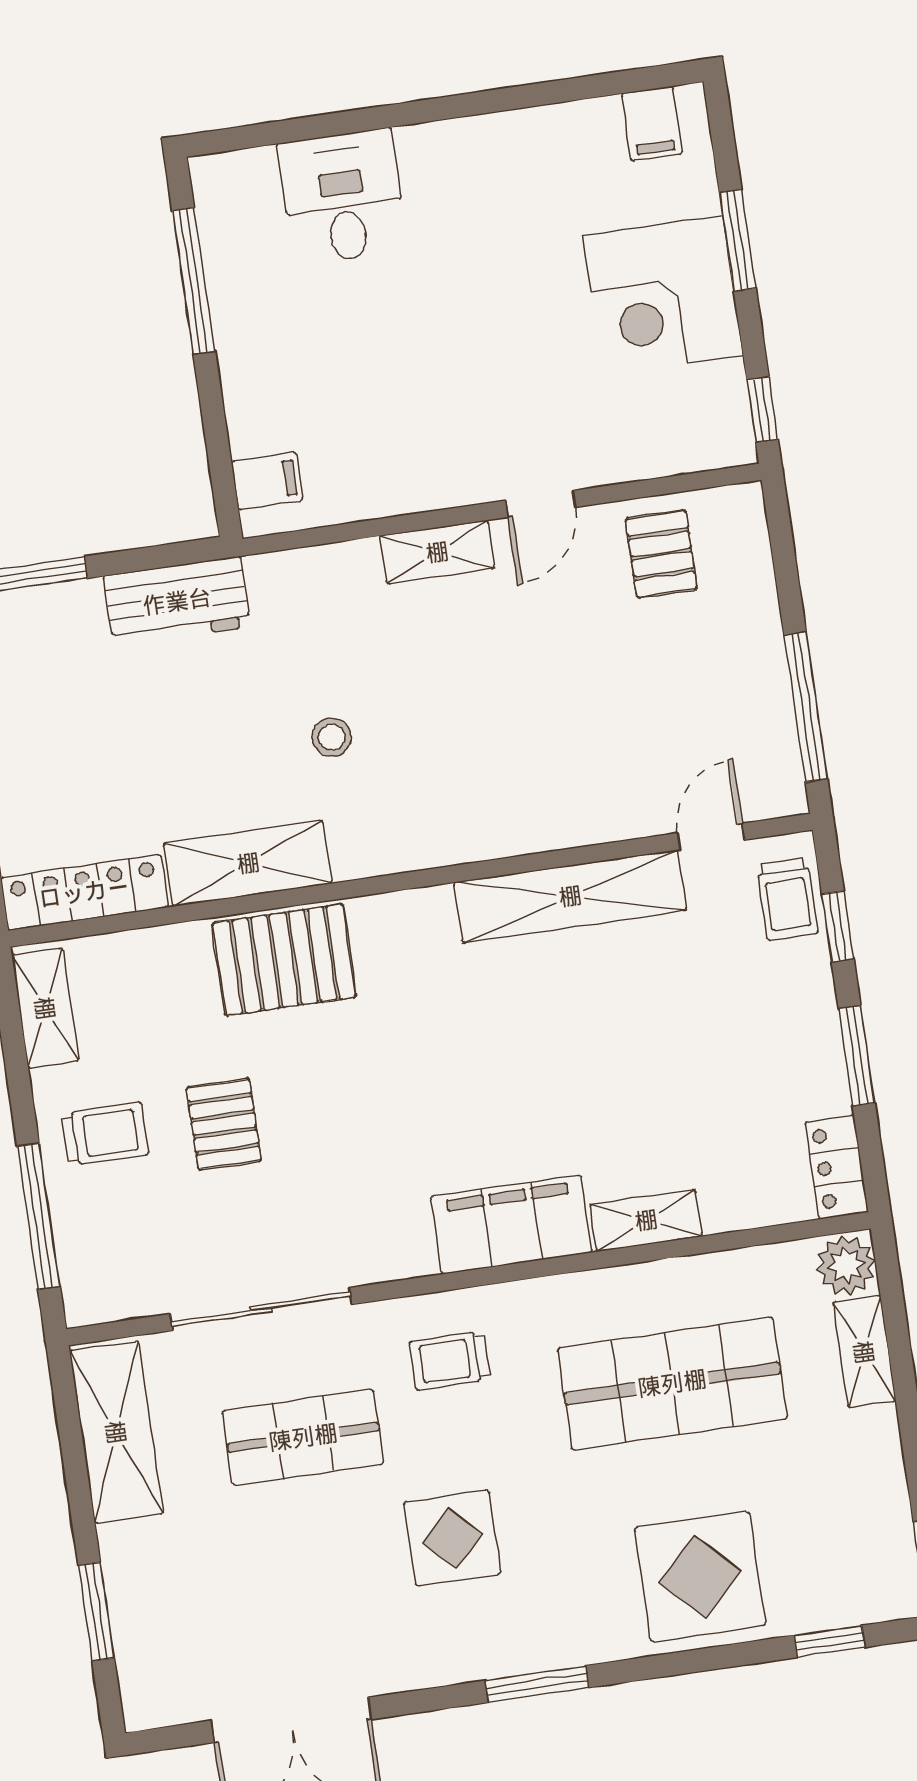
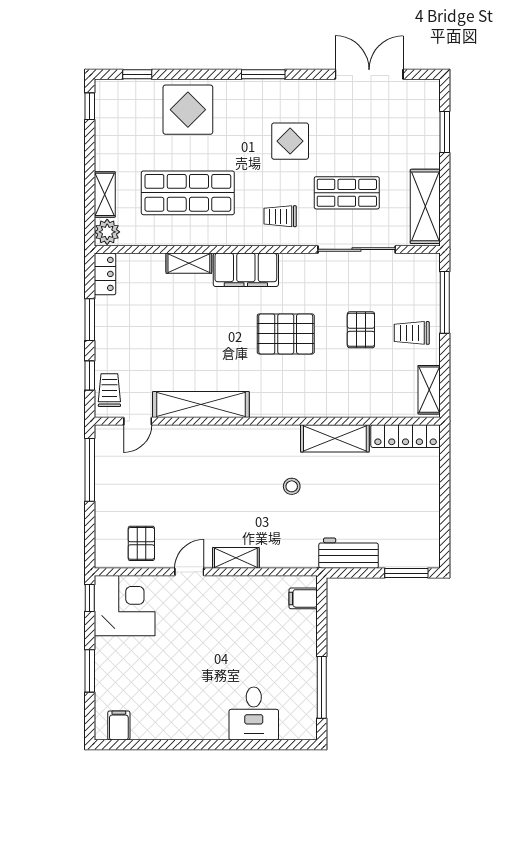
corner desk: (663, 295) -> (125, 606), moved
pallet: (284, 960) -> (286, 334), moved
trolley: (450, 1360) -> (280, 216), turned 180

